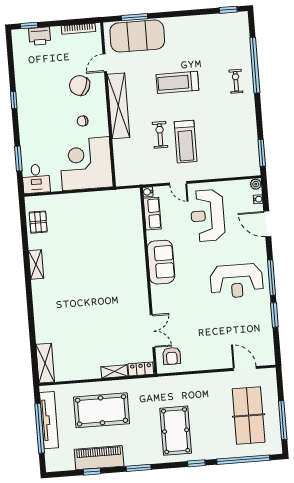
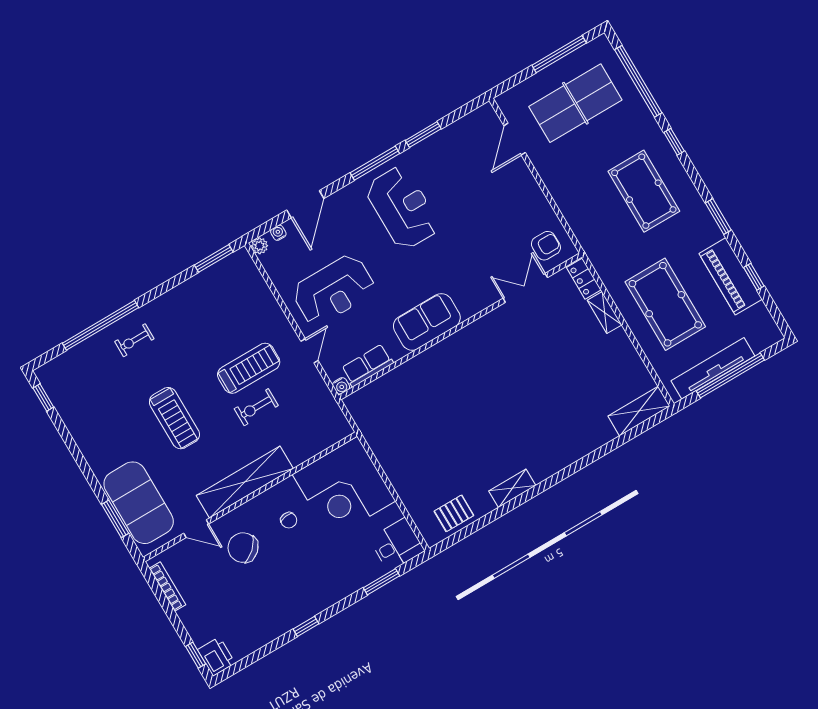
printer: (40, 36) -> (216, 656), moved
chair: (80, 86) -> (243, 548), turned 113
pool table: (176, 431) -> (644, 191), turned 90

